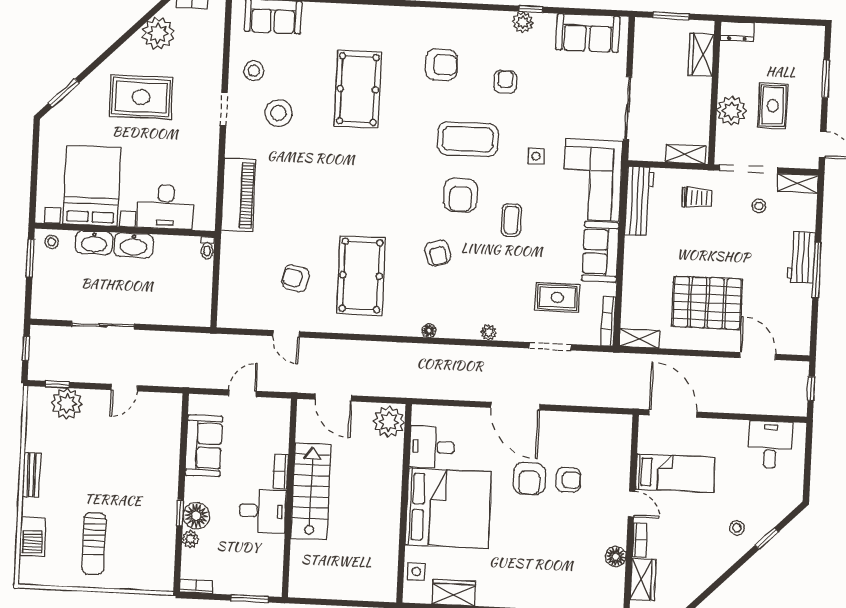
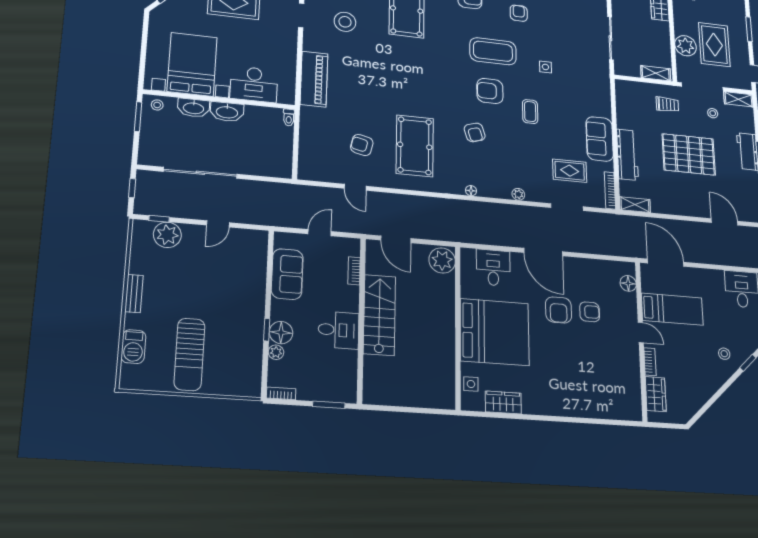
rug: (773, 106) -> (714, 45), width x1.36, depth x1.43
corner sofa: (593, 180) -> (589, 87), removed
armchair: (460, 195) -> (490, 91), turned 90
workbench: (639, 201) -> (627, 155), moved
pallet: (707, 303) -> (689, 154), moved
sliding door: (103, 325) -> (200, 173), width x1.36
desk: (432, 447) -> (493, 268), moved, turned 90
bookcase: (281, 472) -> (354, 271), moved
sun lounger: (94, 544) -> (189, 354), width x1.36, depth x1.34
floor lamp: (616, 557) -> (628, 283), moved

